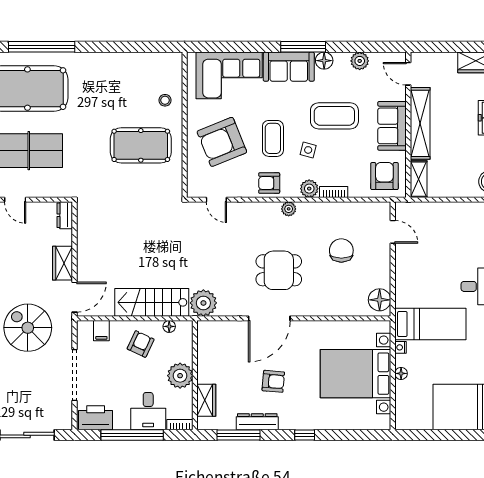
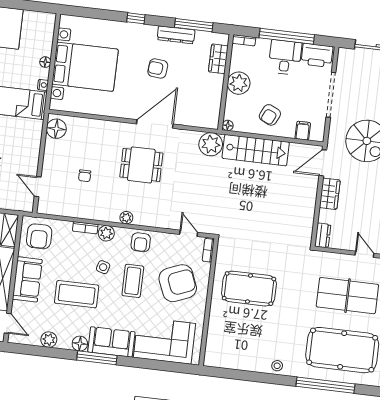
stool: (165, 100) -> (277, 366), moved
bookcase: (192, 183) -> (208, 250), added
armchair: (269, 183) -> (141, 242), turned 90
chair: (341, 250) -> (85, 176), width x0.54, depth x0.54
floor lamp: (169, 326) -> (228, 125), moved
desk: (148, 411) -> (285, 57), moved

